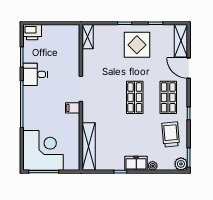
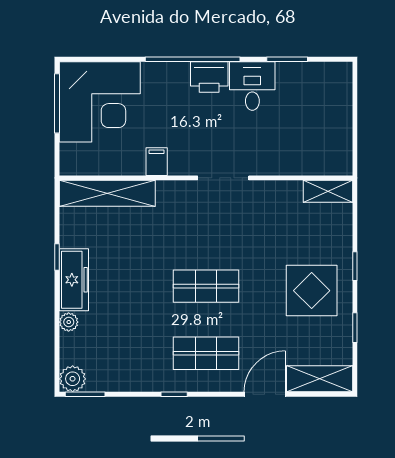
printer: (32, 32) -> (209, 77), moved, turned -90
filing cabinet: (73, 108) -> (157, 162), moved
trolley: (171, 134) -> (132, 358), removed
freezer: (136, 163) -> (74, 280), width x1.40

